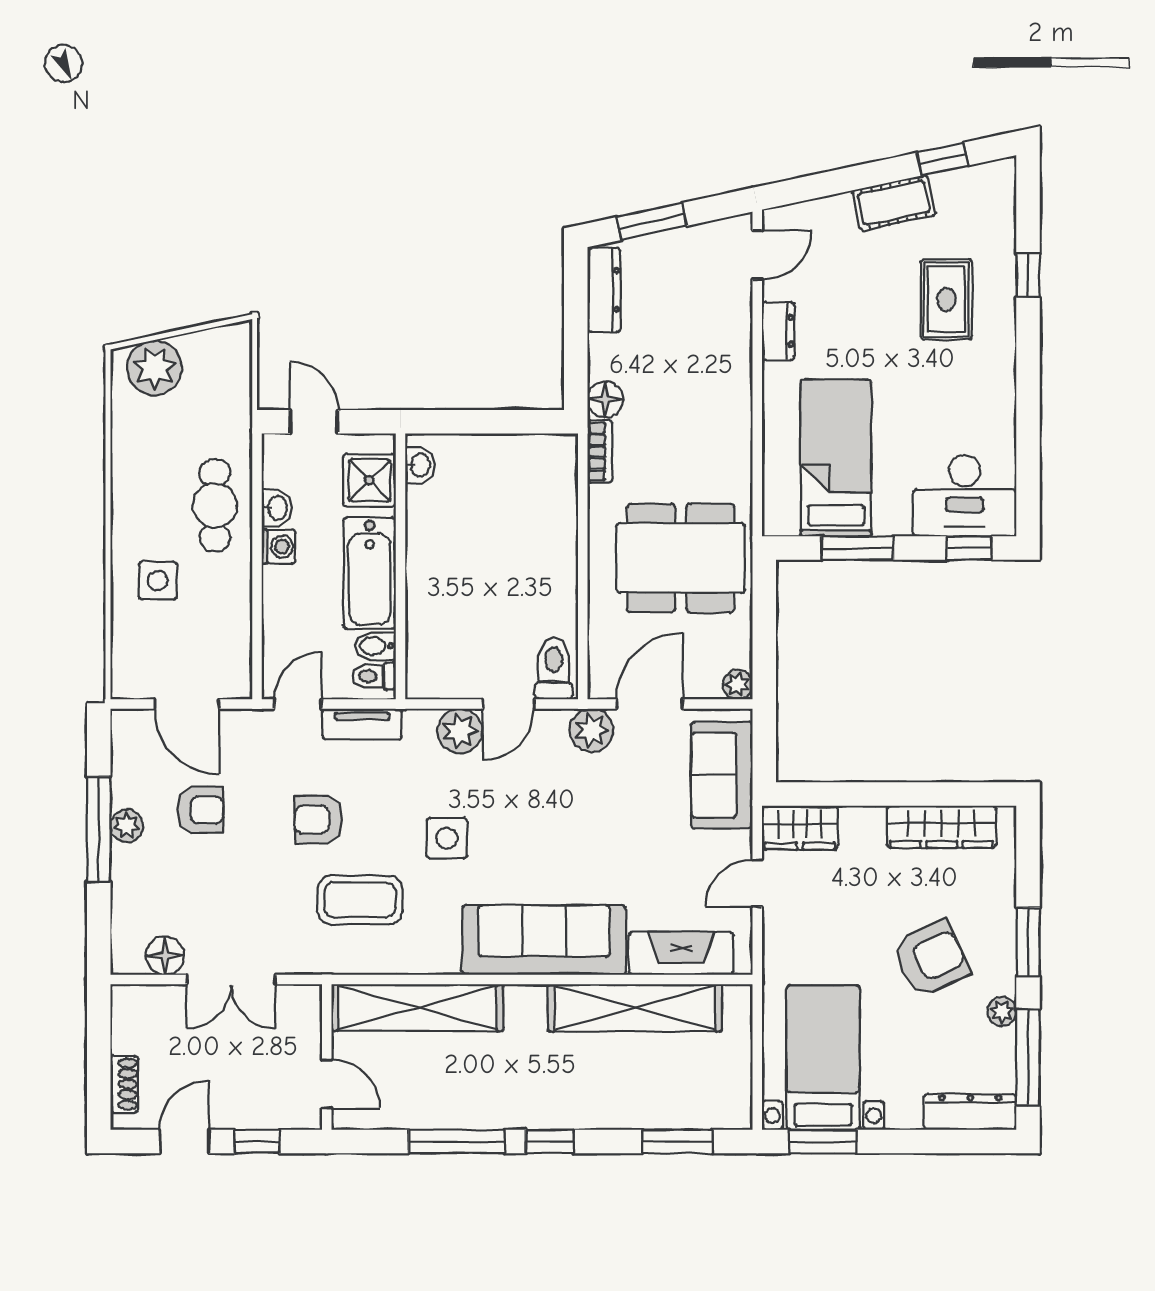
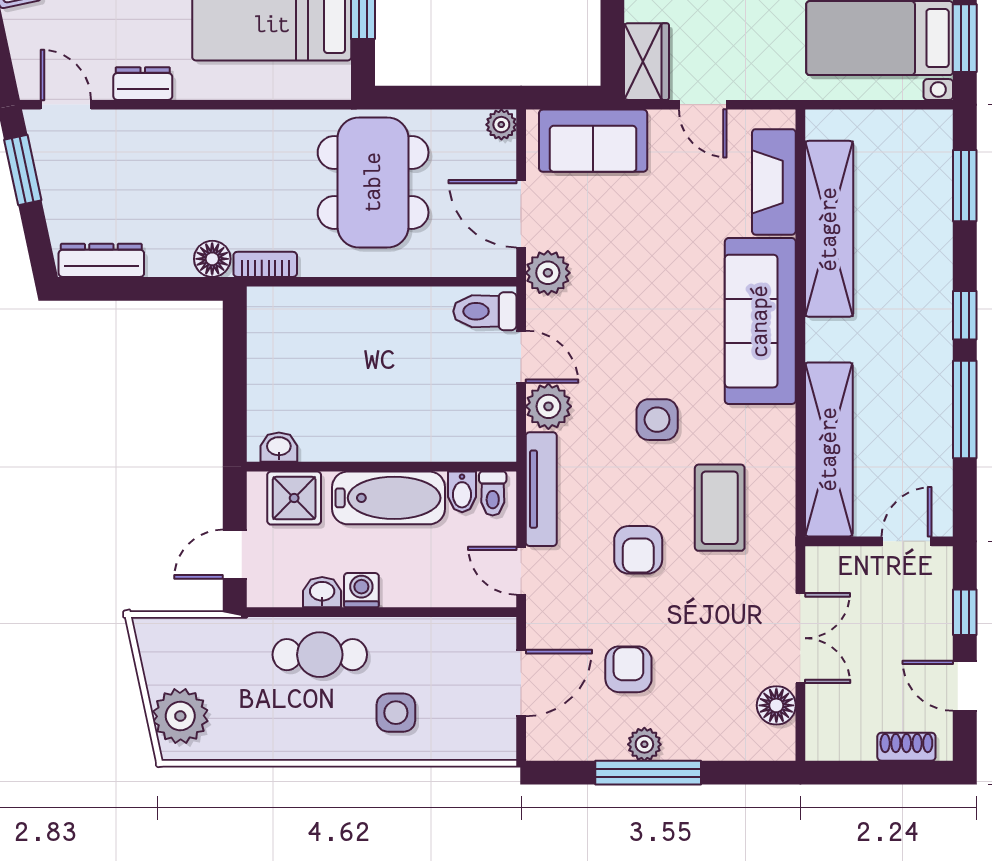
window: (652, 221) -> (23, 170), moved
tv unit: (362, 724) -> (541, 489), width x1.41

